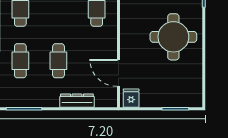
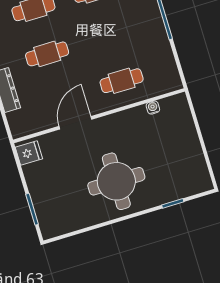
door: (118, 73) -> (75, 123), moved

